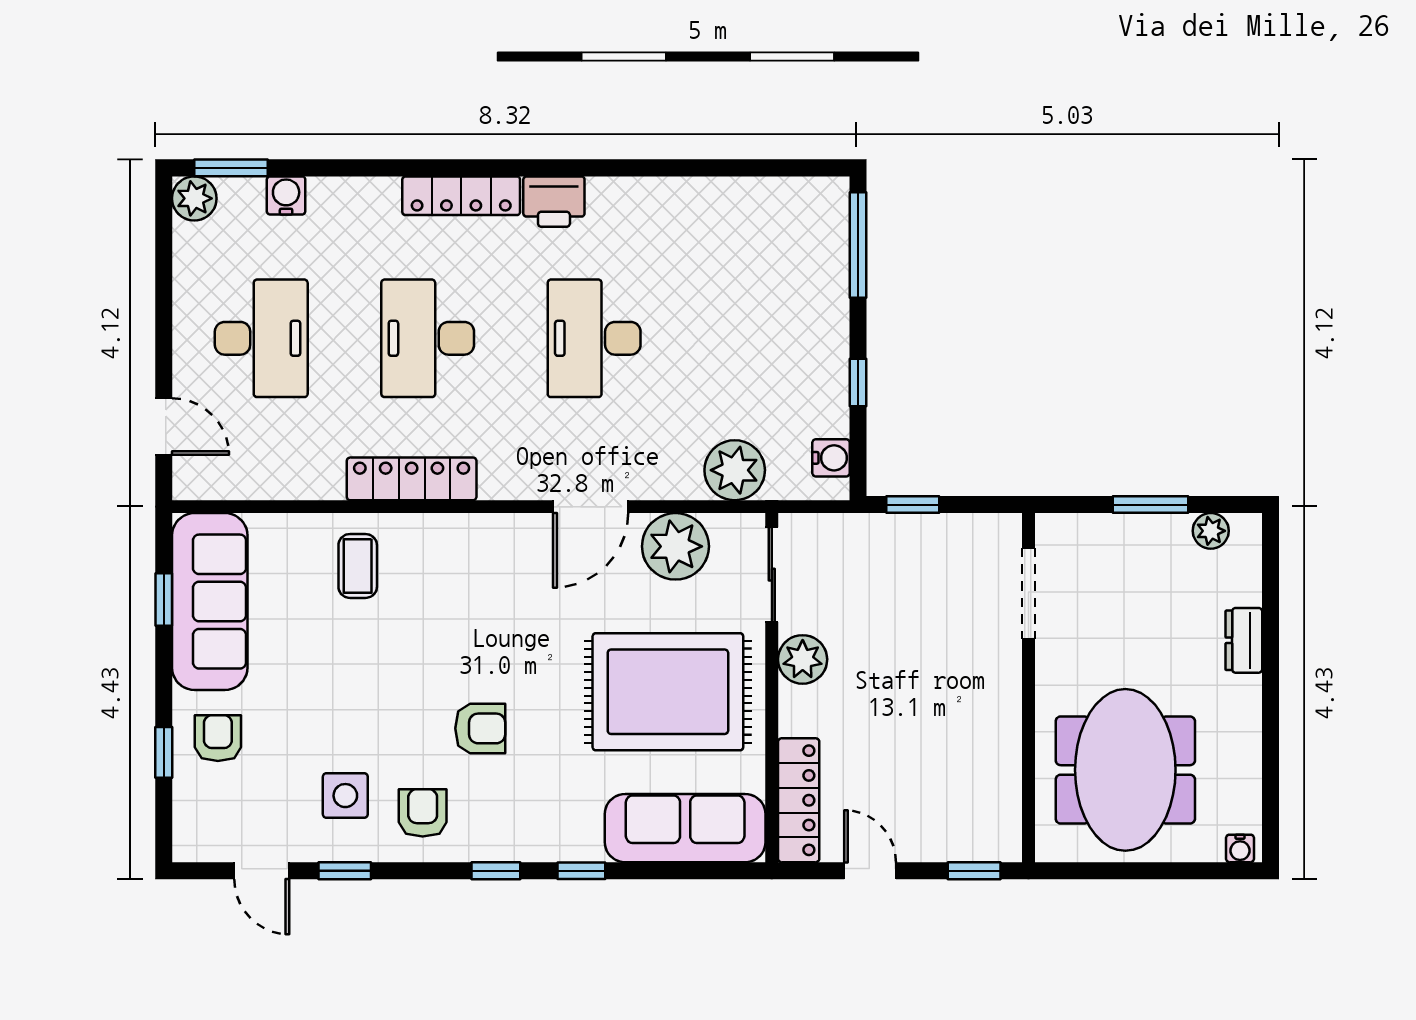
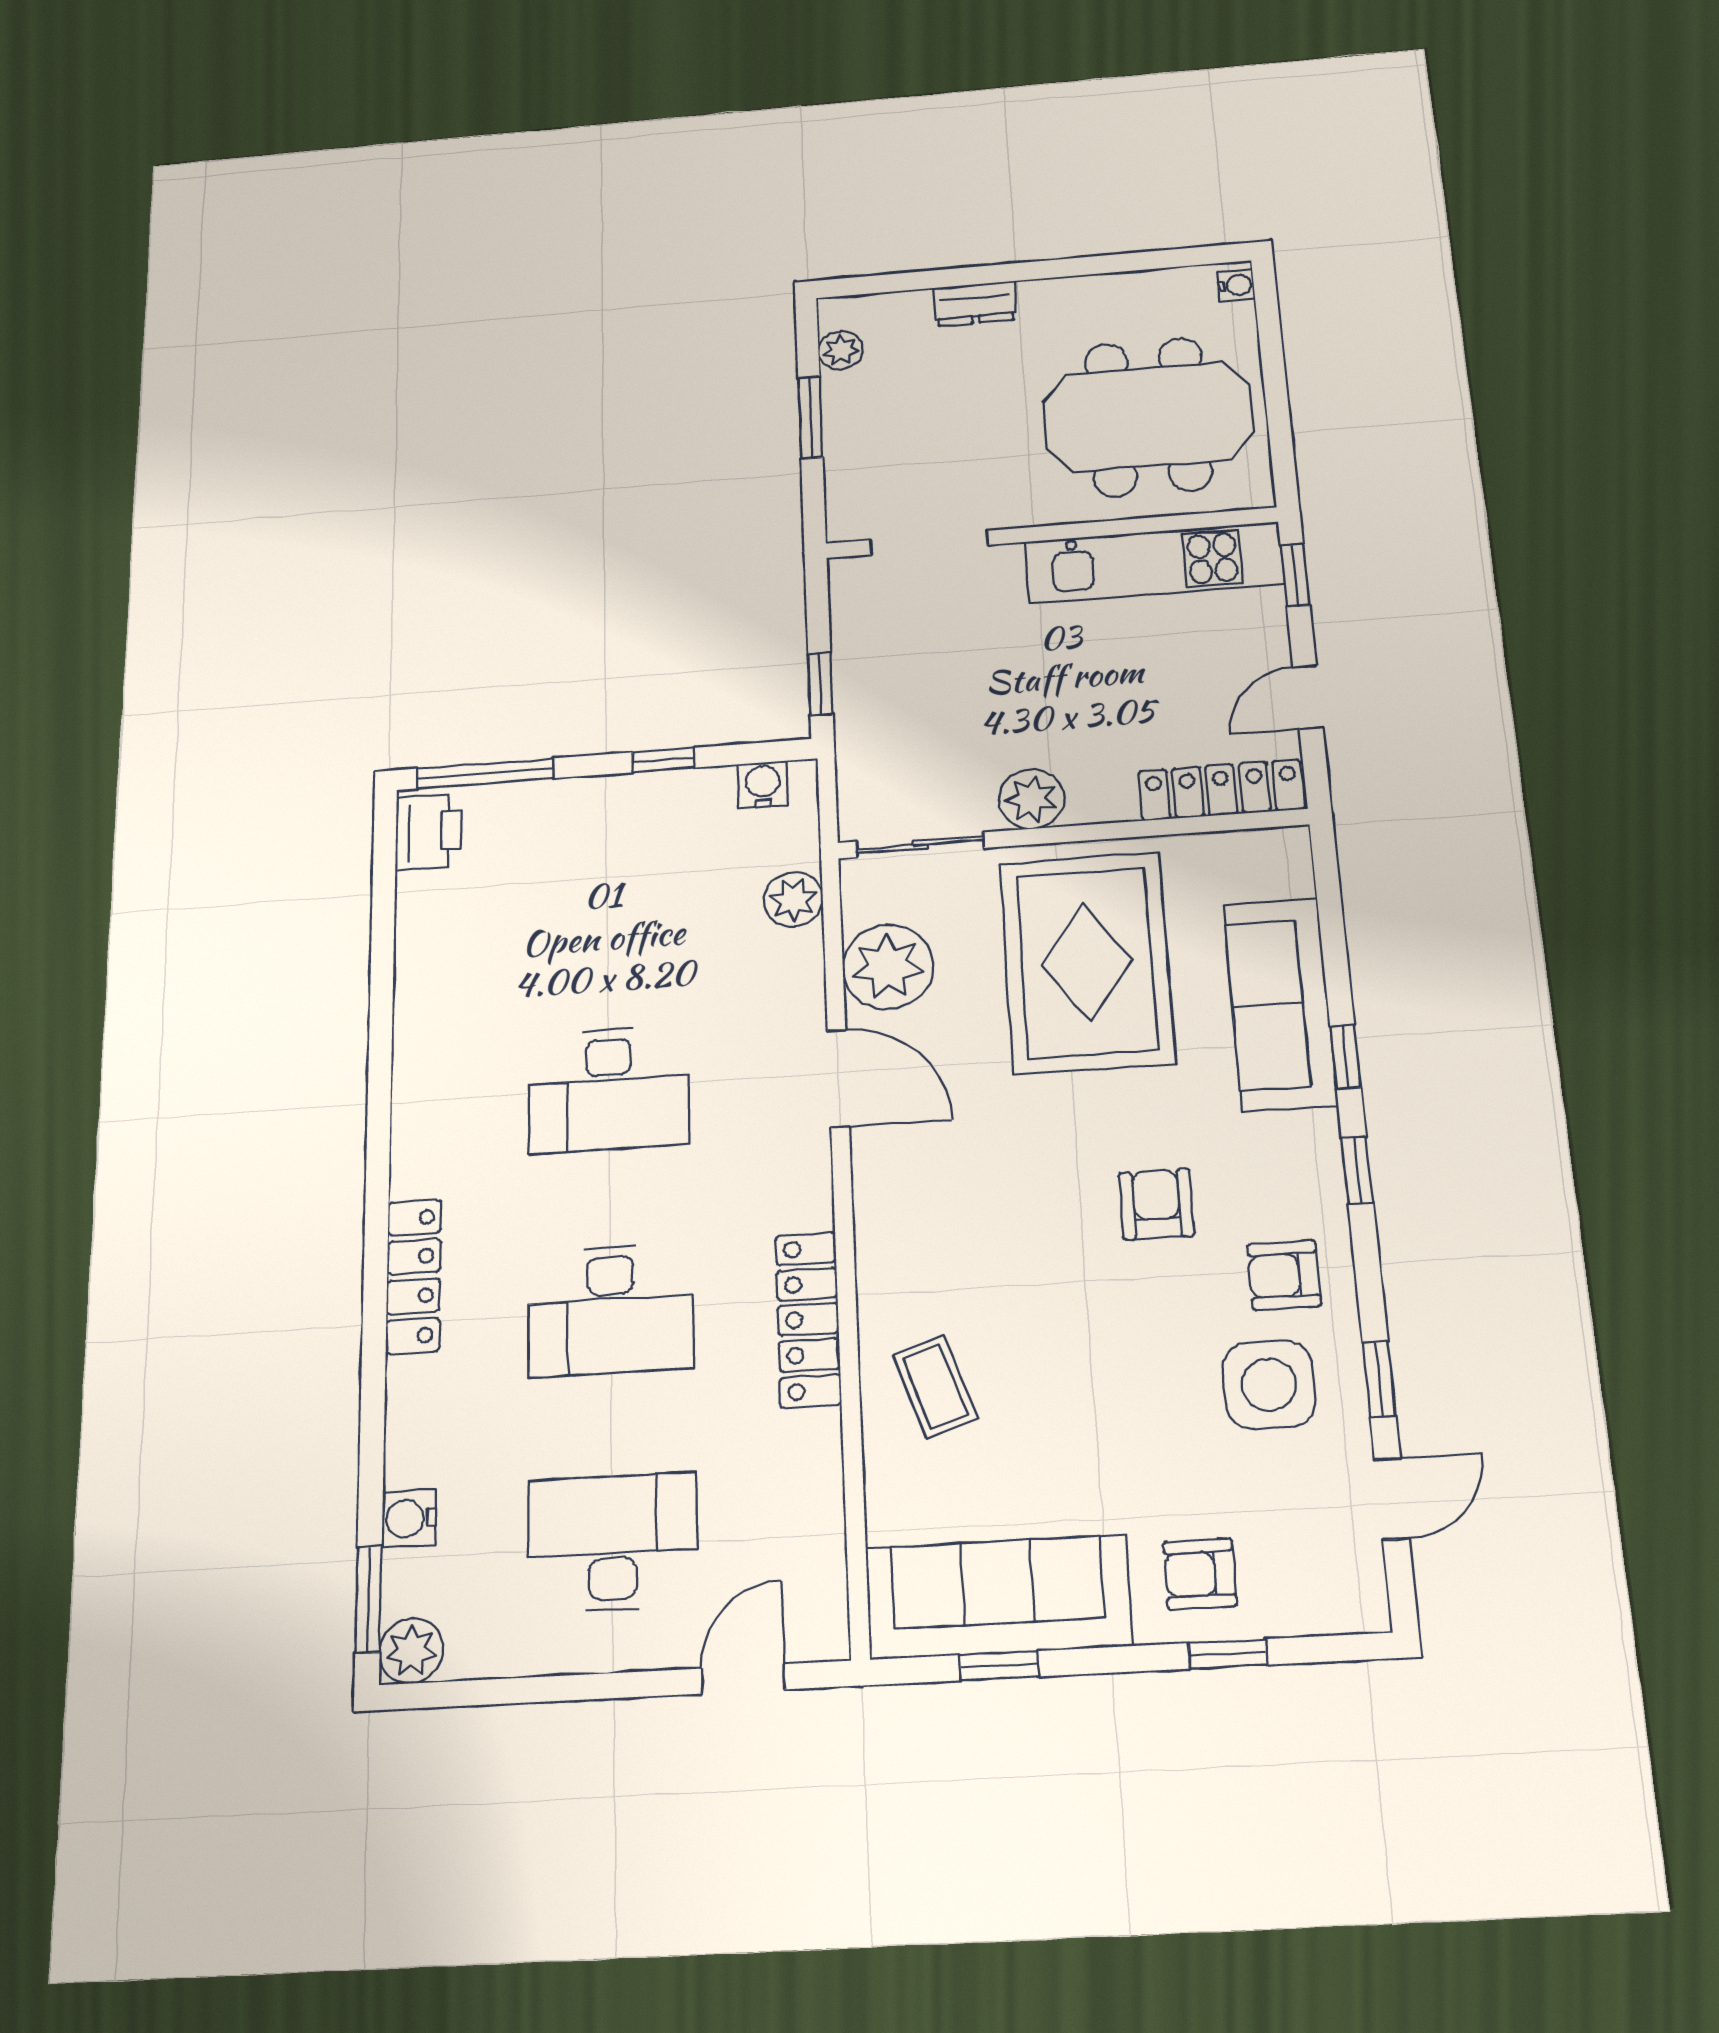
printer: (554, 202) -> (428, 832), moved
plant: (735, 470) -> (793, 899), width x0.73, depth x0.73
coffee table: (358, 566) -> (935, 1387), turned 71
kitchen unit: (995, 765) -> (1154, 563), added
side table: (345, 796) -> (1269, 1385), width x1.37, depth x1.37
sofa: (685, 828) -> (1280, 1004), moved

